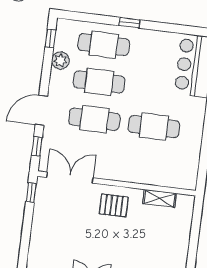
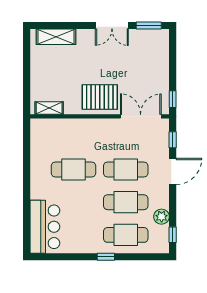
double door: (70, 178) -> (141, 116), swing flipped
shelving: (160, 198) -> (49, 108), moved
pallet: (114, 205) -> (100, 97), width x1.50, depth x1.42

